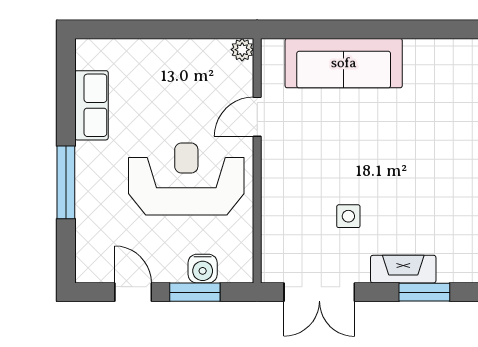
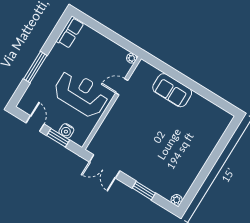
sofa: (344, 63) -> (172, 90), width x0.73
row of seats: (91, 105) -> (70, 32), moved
side table: (348, 216) -> (133, 145), removed
fireplace: (403, 269) -> (141, 177), removed

